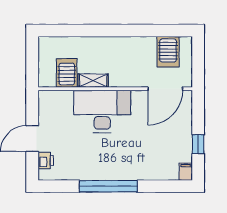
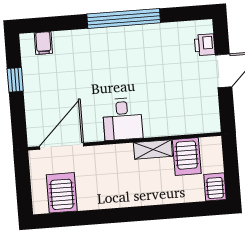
server rack: (46, 47) -> (215, 187), added
desk: (102, 111) -> (122, 119), width x0.53, depth x0.77
filing cabinet: (186, 172) -> (43, 43), moved

